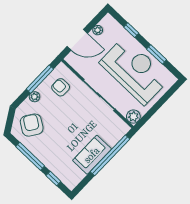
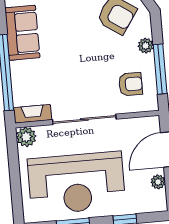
fireplace: (119, 124) -> (33, 114), added
sofa: (92, 155) -> (22, 33), moved

